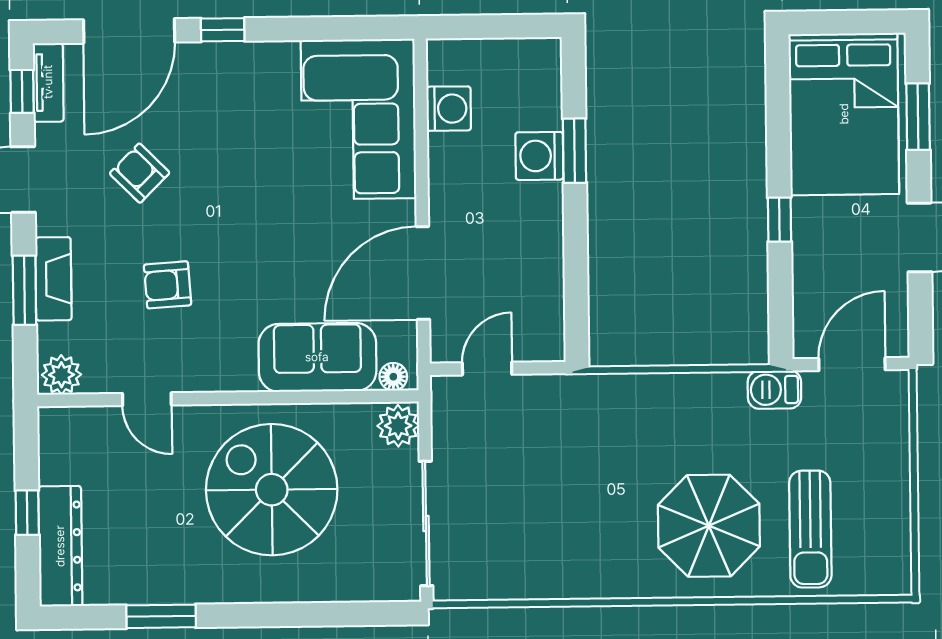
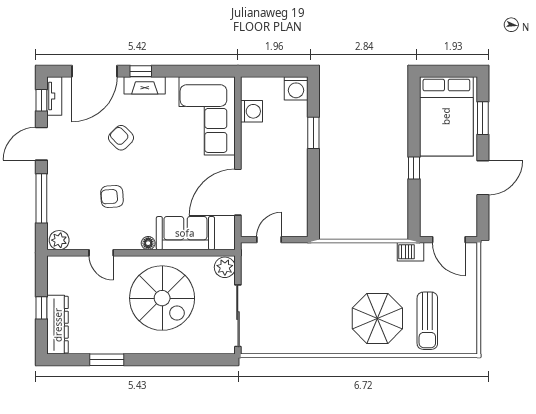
washing machine: (539, 156) -> (296, 88), moved, turned -90
armchair: (140, 173) -> (121, 138), moved
fireplace: (53, 279) -> (145, 85), moved, turned 90
window: (24, 290) -> (41, 198), width x1.44
door: (852, 364) -> (449, 240), swing flipped
floor lamp: (393, 377) -> (148, 243), moved
spiral stairs: (272, 490) -> (162, 298), turned 180

